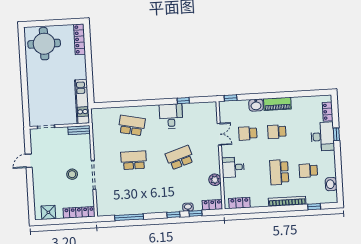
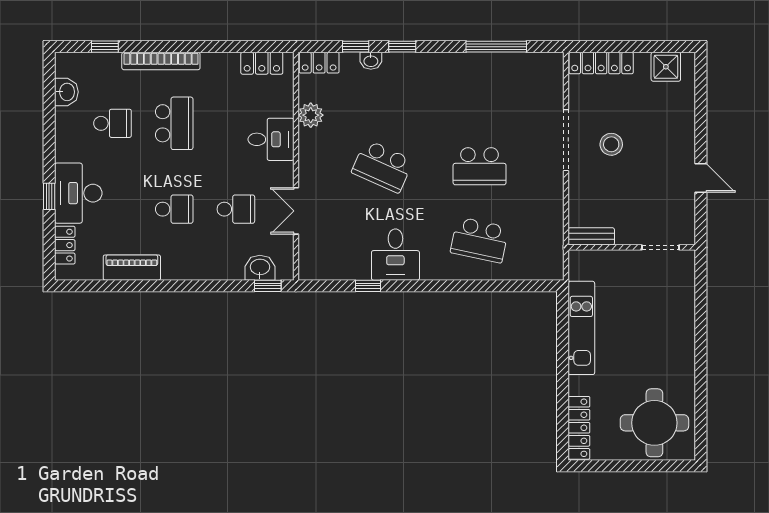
kitchen unit: (82, 101) -> (581, 328), moved
piano: (277, 104) -> (132, 268), moved
washbasin: (256, 105) -> (260, 268), moved
school desk: (180, 158) -> (382, 166), turned 42
door: (29, 161) -> (701, 178), hinge flipped

